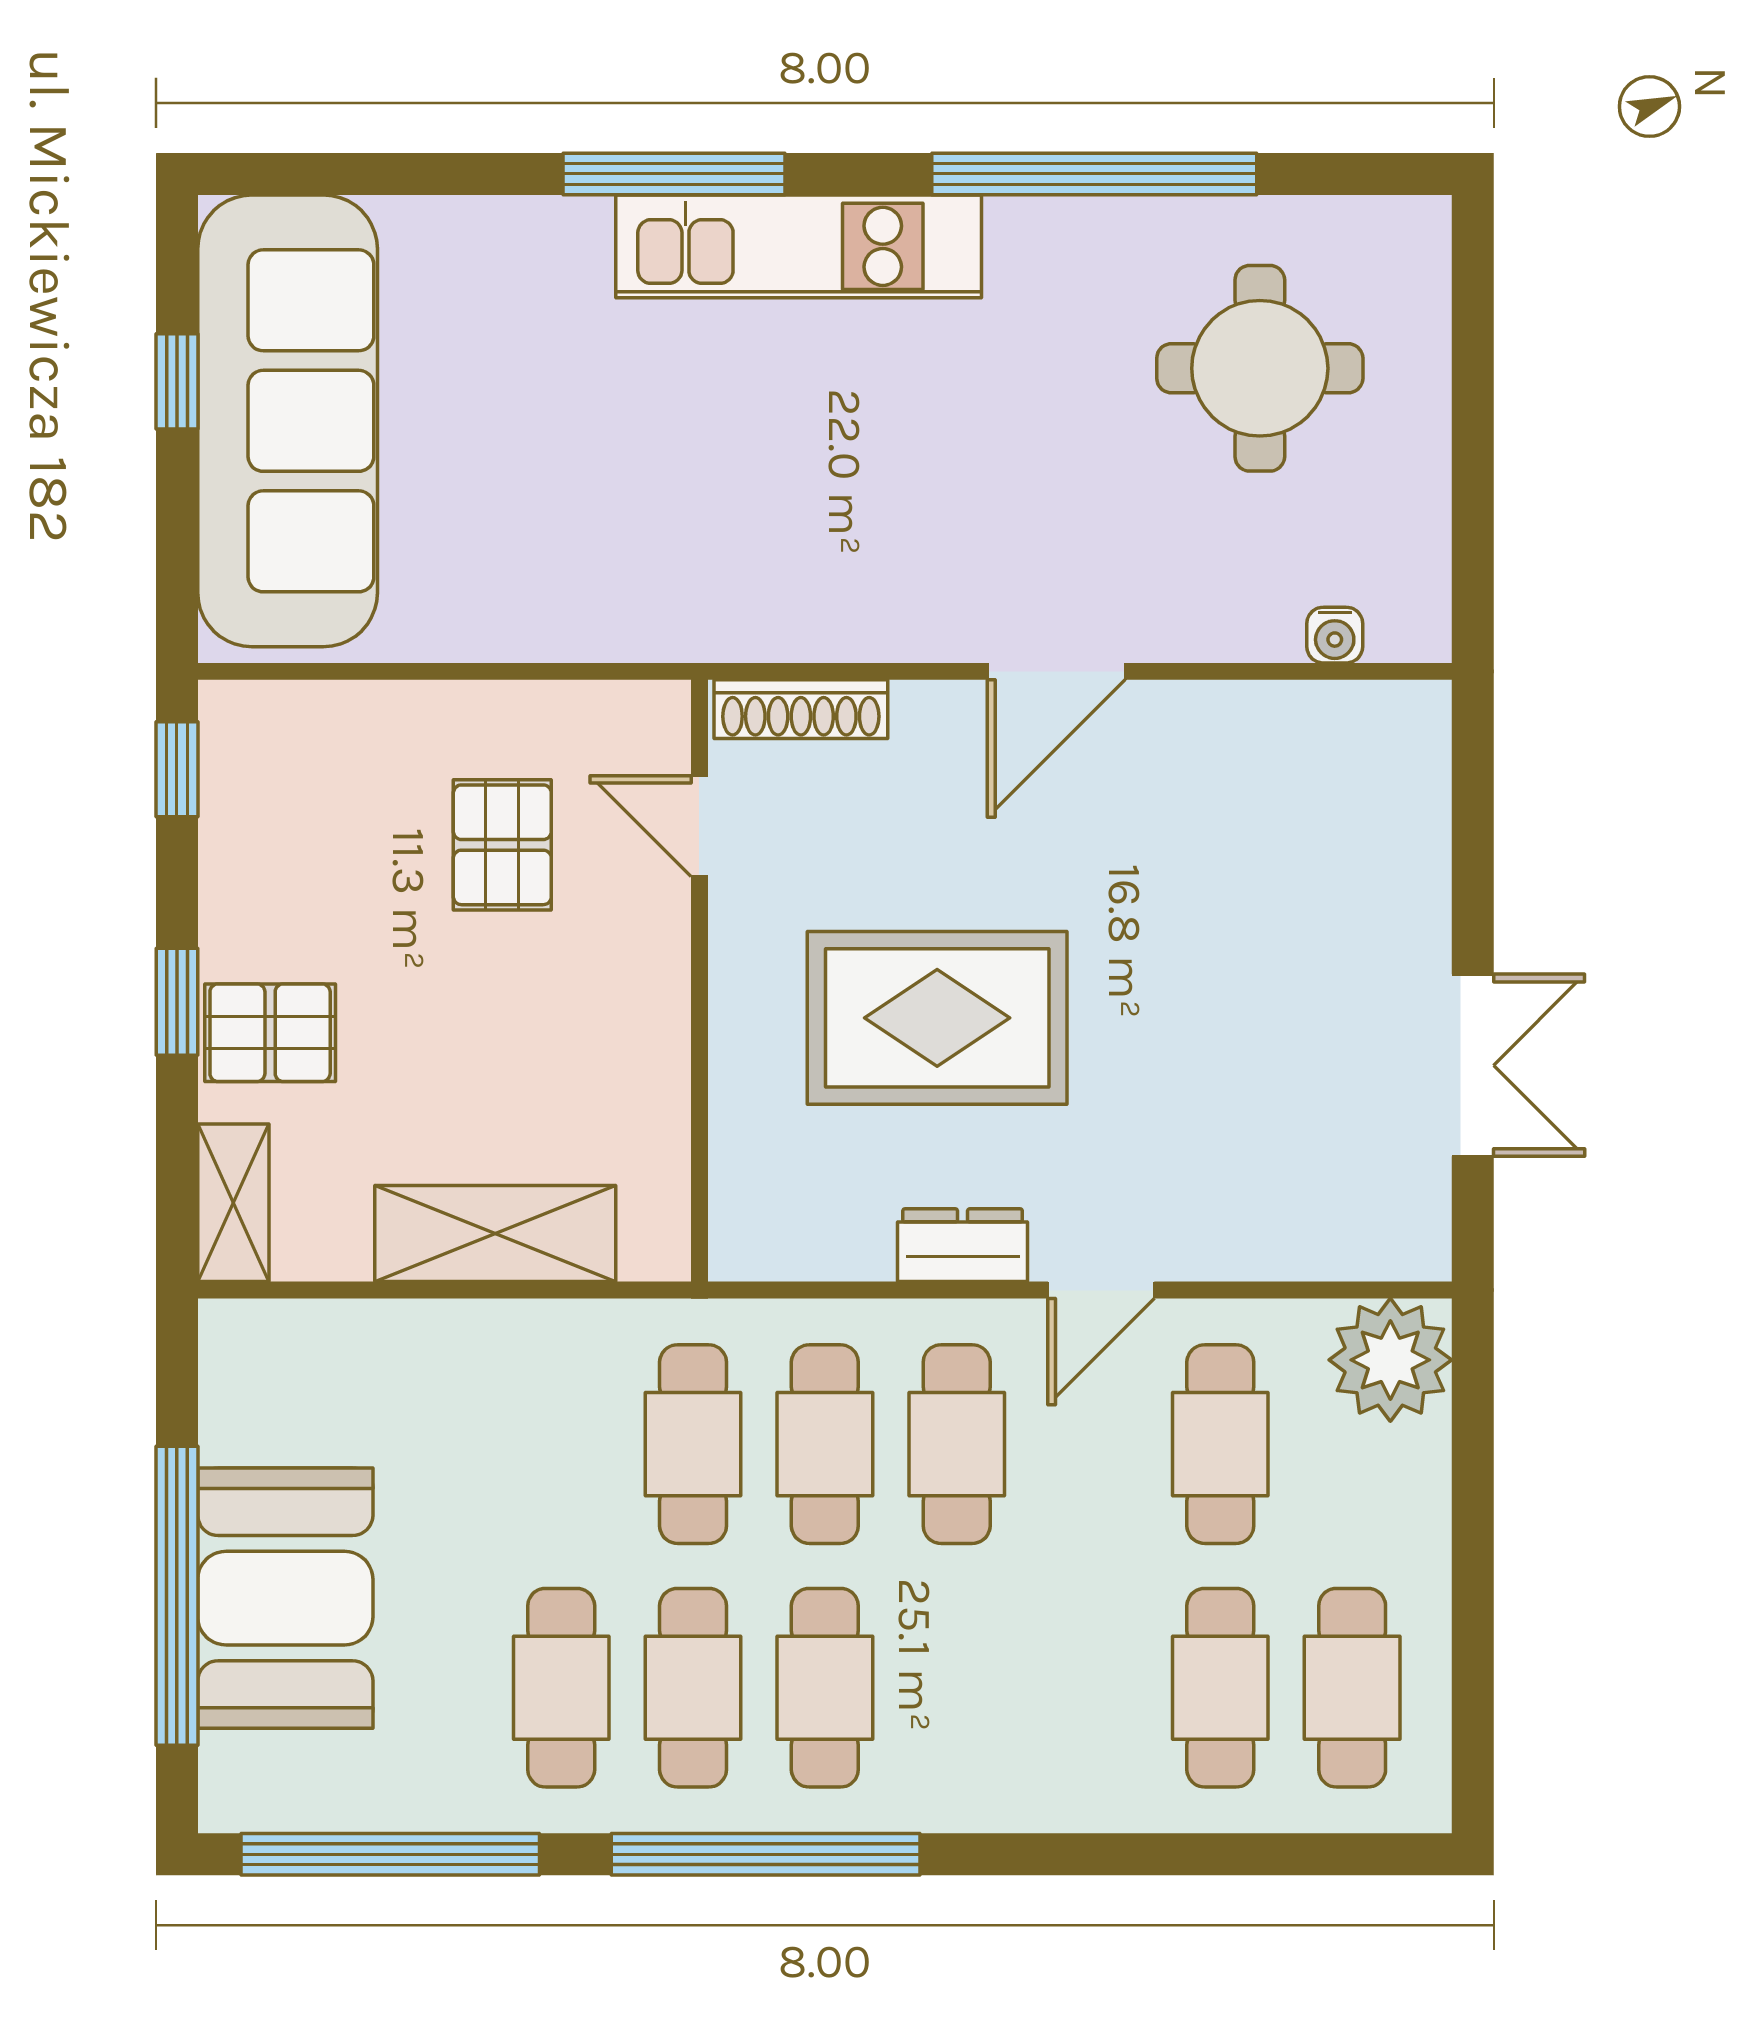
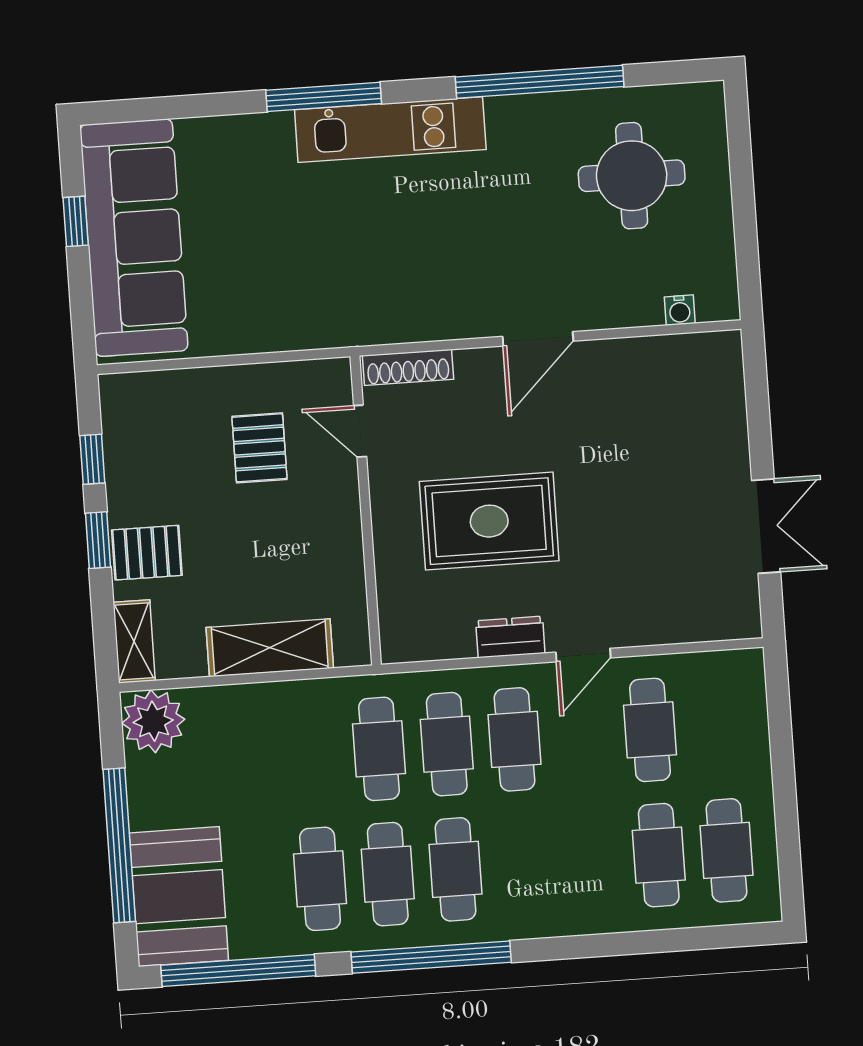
window: (177, 769) -> (92, 459), moved
plant: (1390, 1360) -> (153, 721), moved
booth: (285, 1598) -> (179, 897), moved

